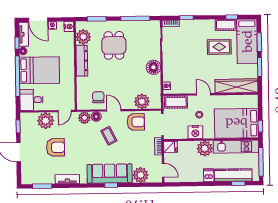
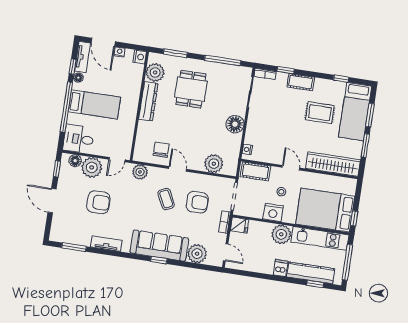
cot: (226, 25) -> (301, 82), moved
bed: (39, 70) -> (94, 104), width x0.67
floor lamp: (96, 117) -> (75, 161), moved
armchair: (136, 122) -> (197, 202), moved

